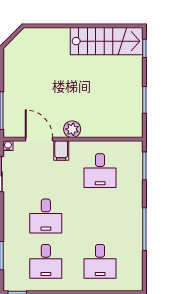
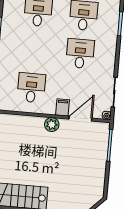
door: (39, 139) -> (80, 119), swing flipped

